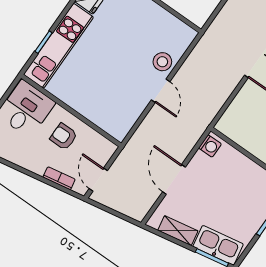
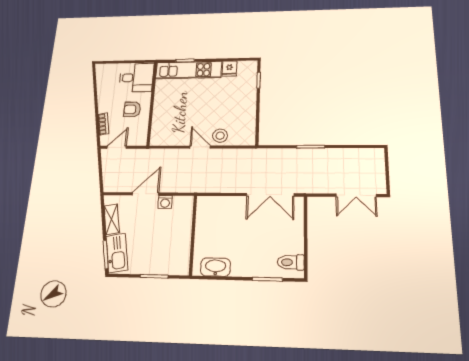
door: (161, 91) -> (200, 147), swing flipped
armchair: (64, 137) -> (132, 109), turned -90
washing machine: (210, 146) -> (165, 202), moved

